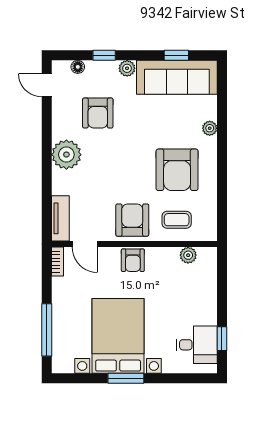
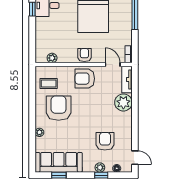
plant: (127, 68) -> (100, 168), moved
plant: (66, 155) -> (123, 102), moved
armchair: (132, 220) -> (85, 79), turned 90
coffee table: (177, 220) -> (49, 83), moved

